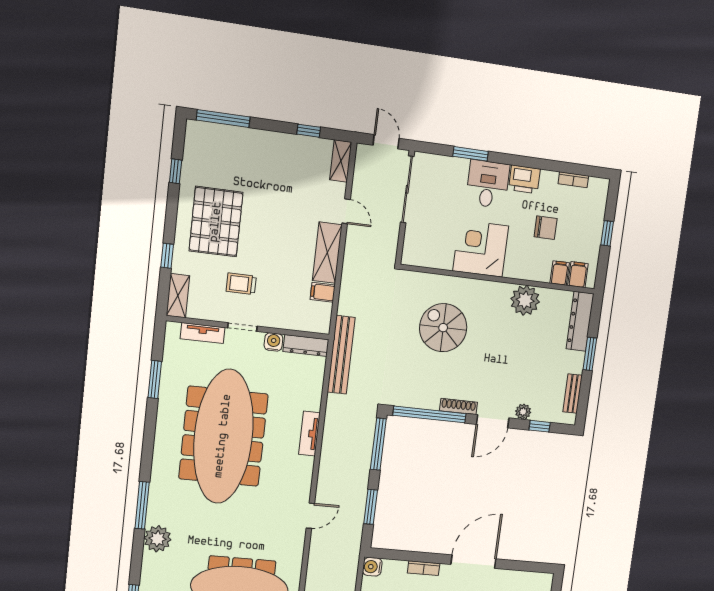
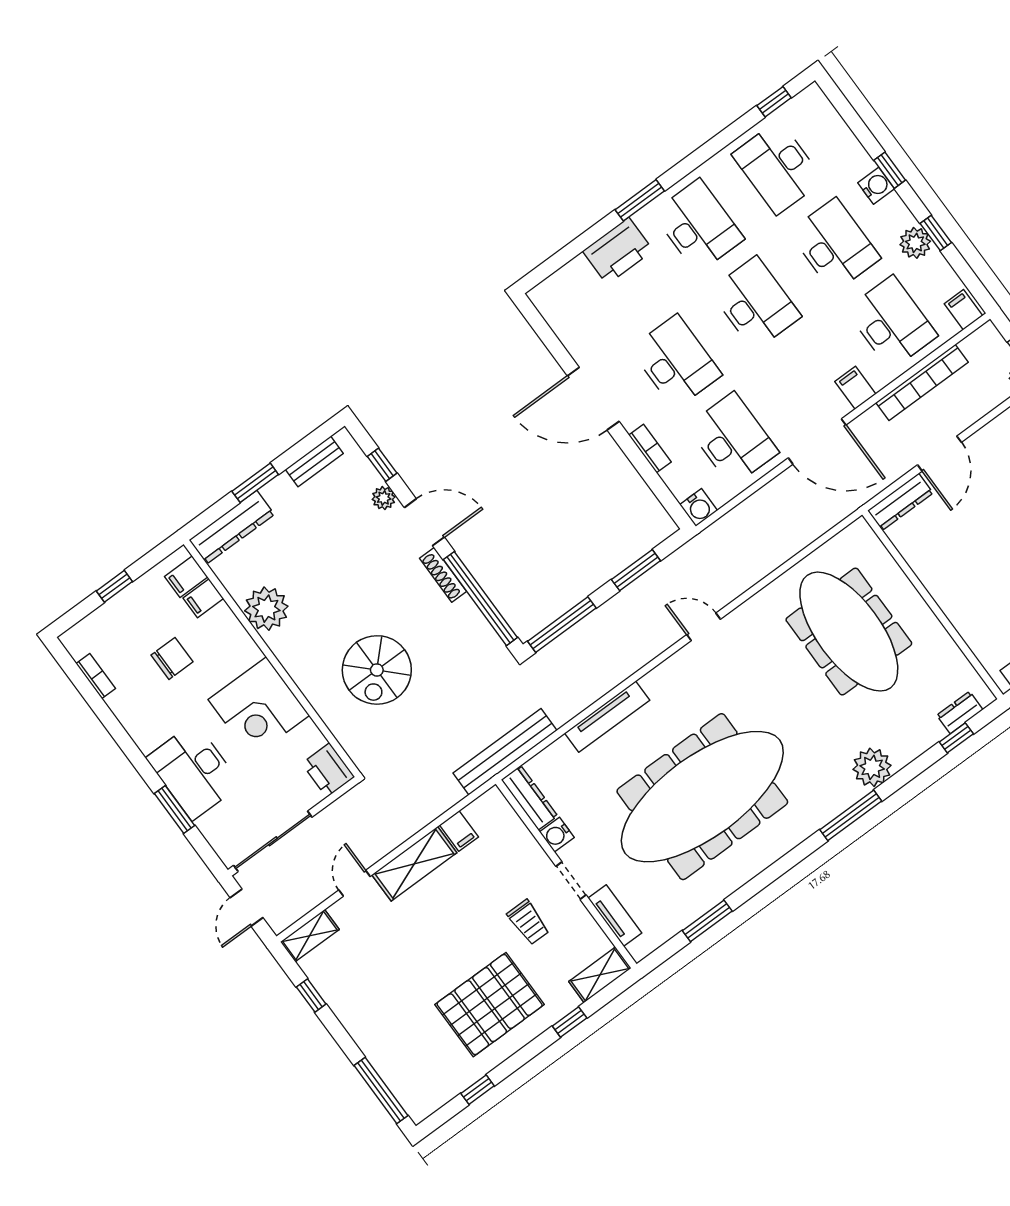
printer: (524, 179) -> (328, 770), moved, turned 180
desk: (488, 184) -> (194, 771), width x1.37
chair: (546, 228) -> (172, 658), turned 90
tv unit: (309, 433) -> (607, 717), width x1.41

